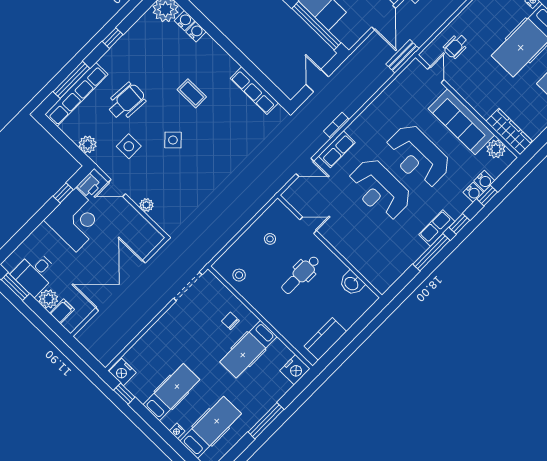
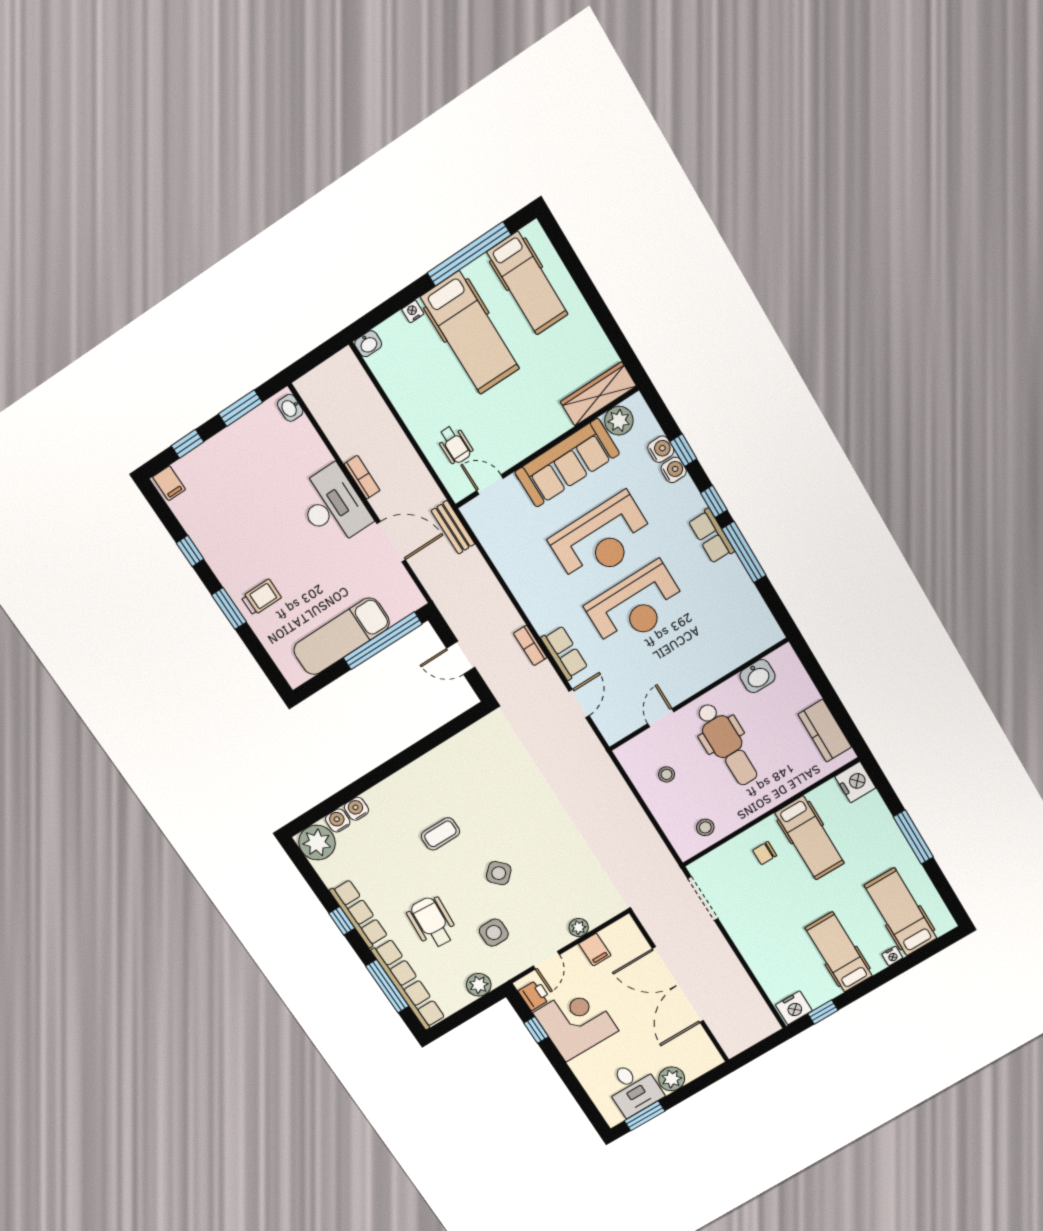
row of seats: (254, 91) -> (359, 913), moved, turned -90
dental chair: (301, 275) -> (727, 744), width x1.36, depth x1.38
filing cabinet: (62, 311) -> (595, 950), moved, turned 180

